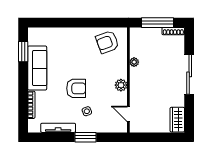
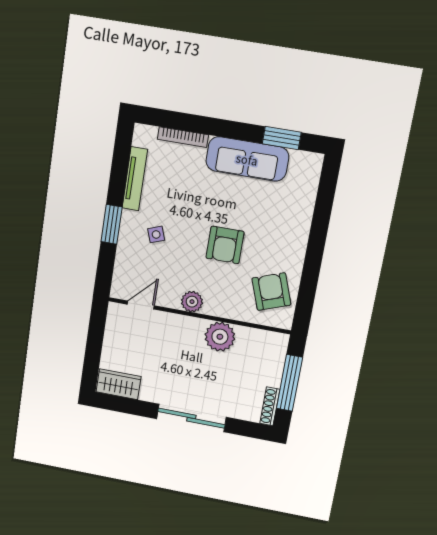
plant: (134, 62) -> (220, 337), width x1.88, depth x1.88
armchair: (76, 88) -> (225, 245), moved

